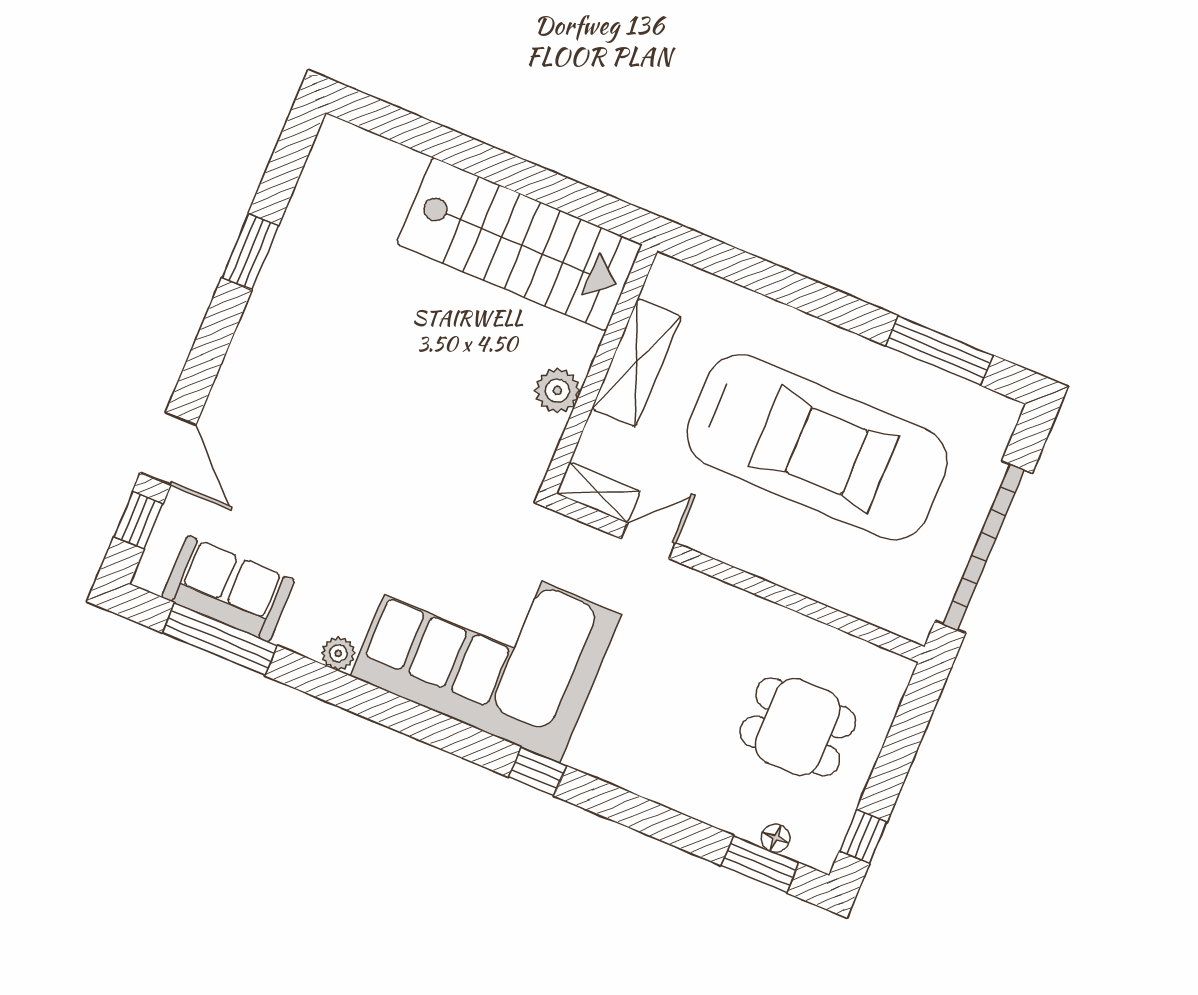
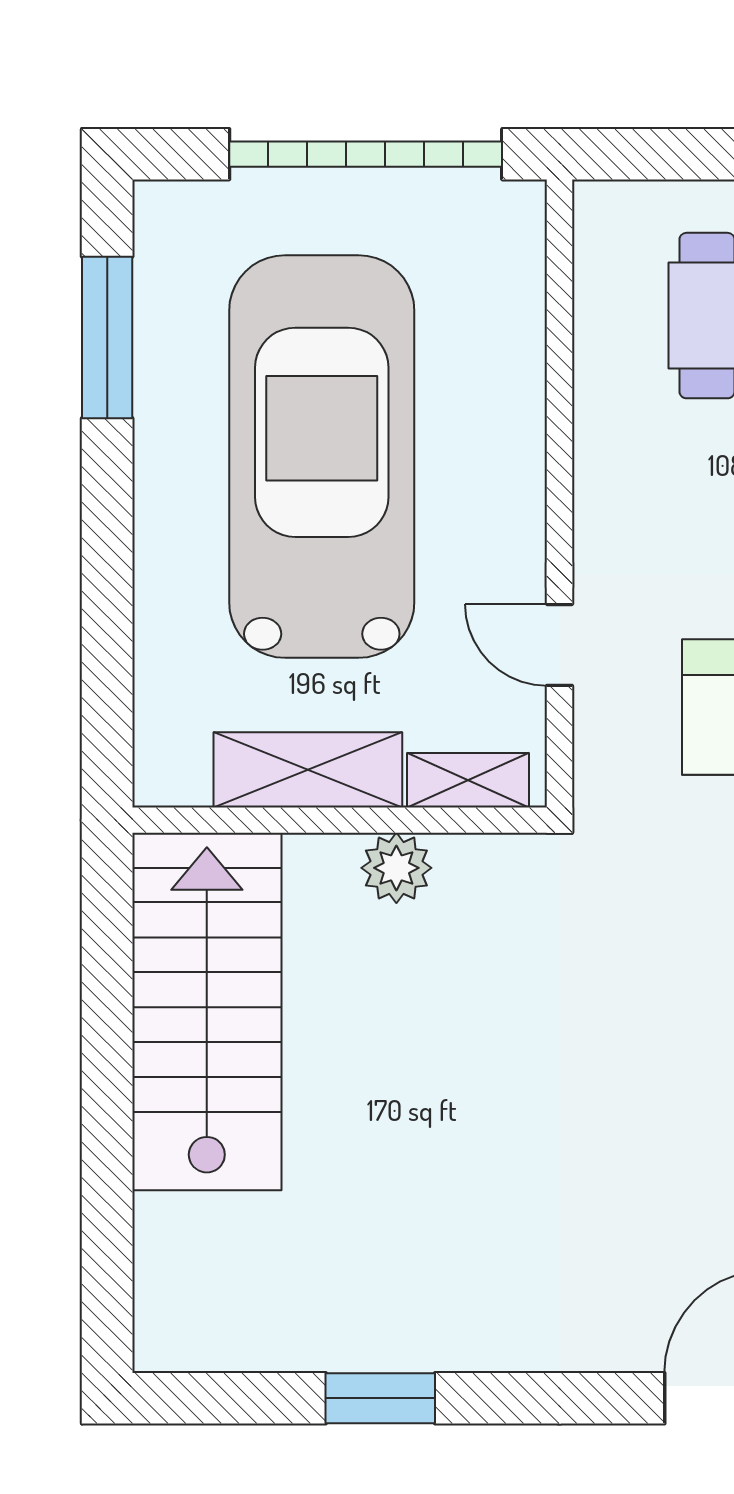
shelving: (598, 492) -> (468, 780), moved, turned 90

